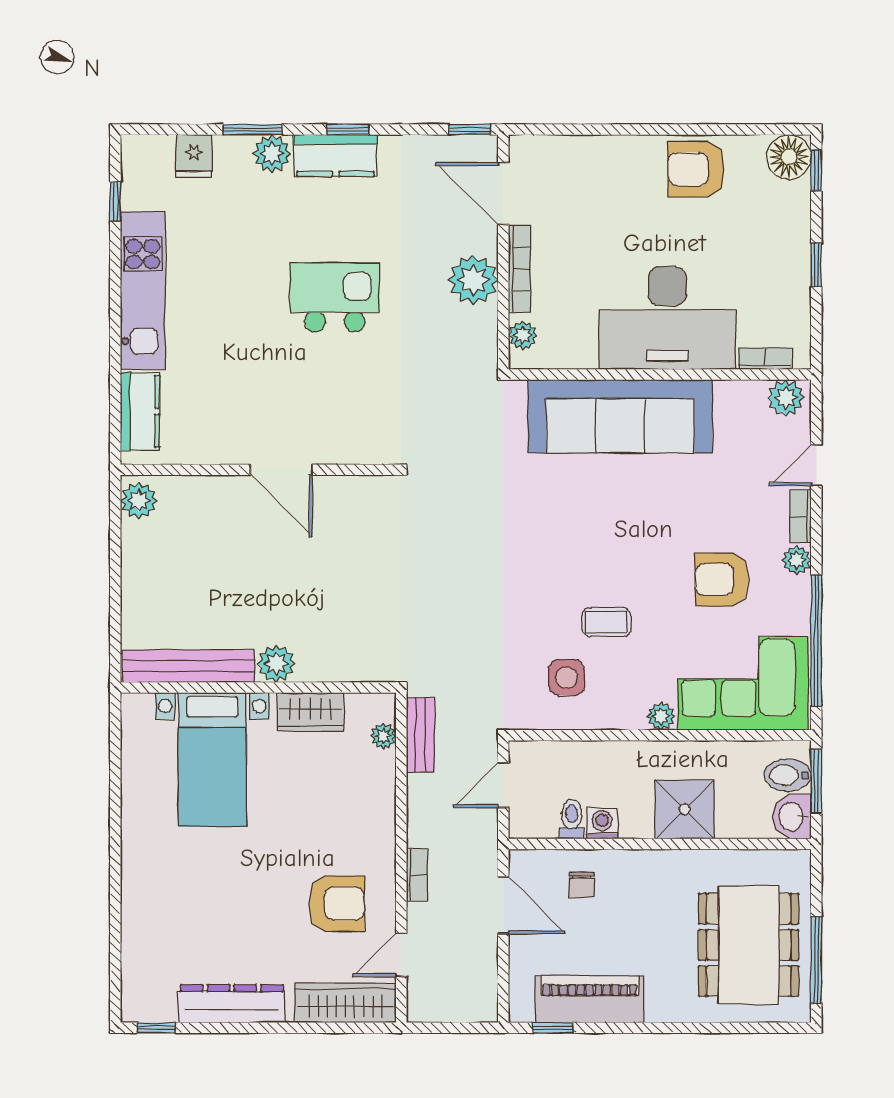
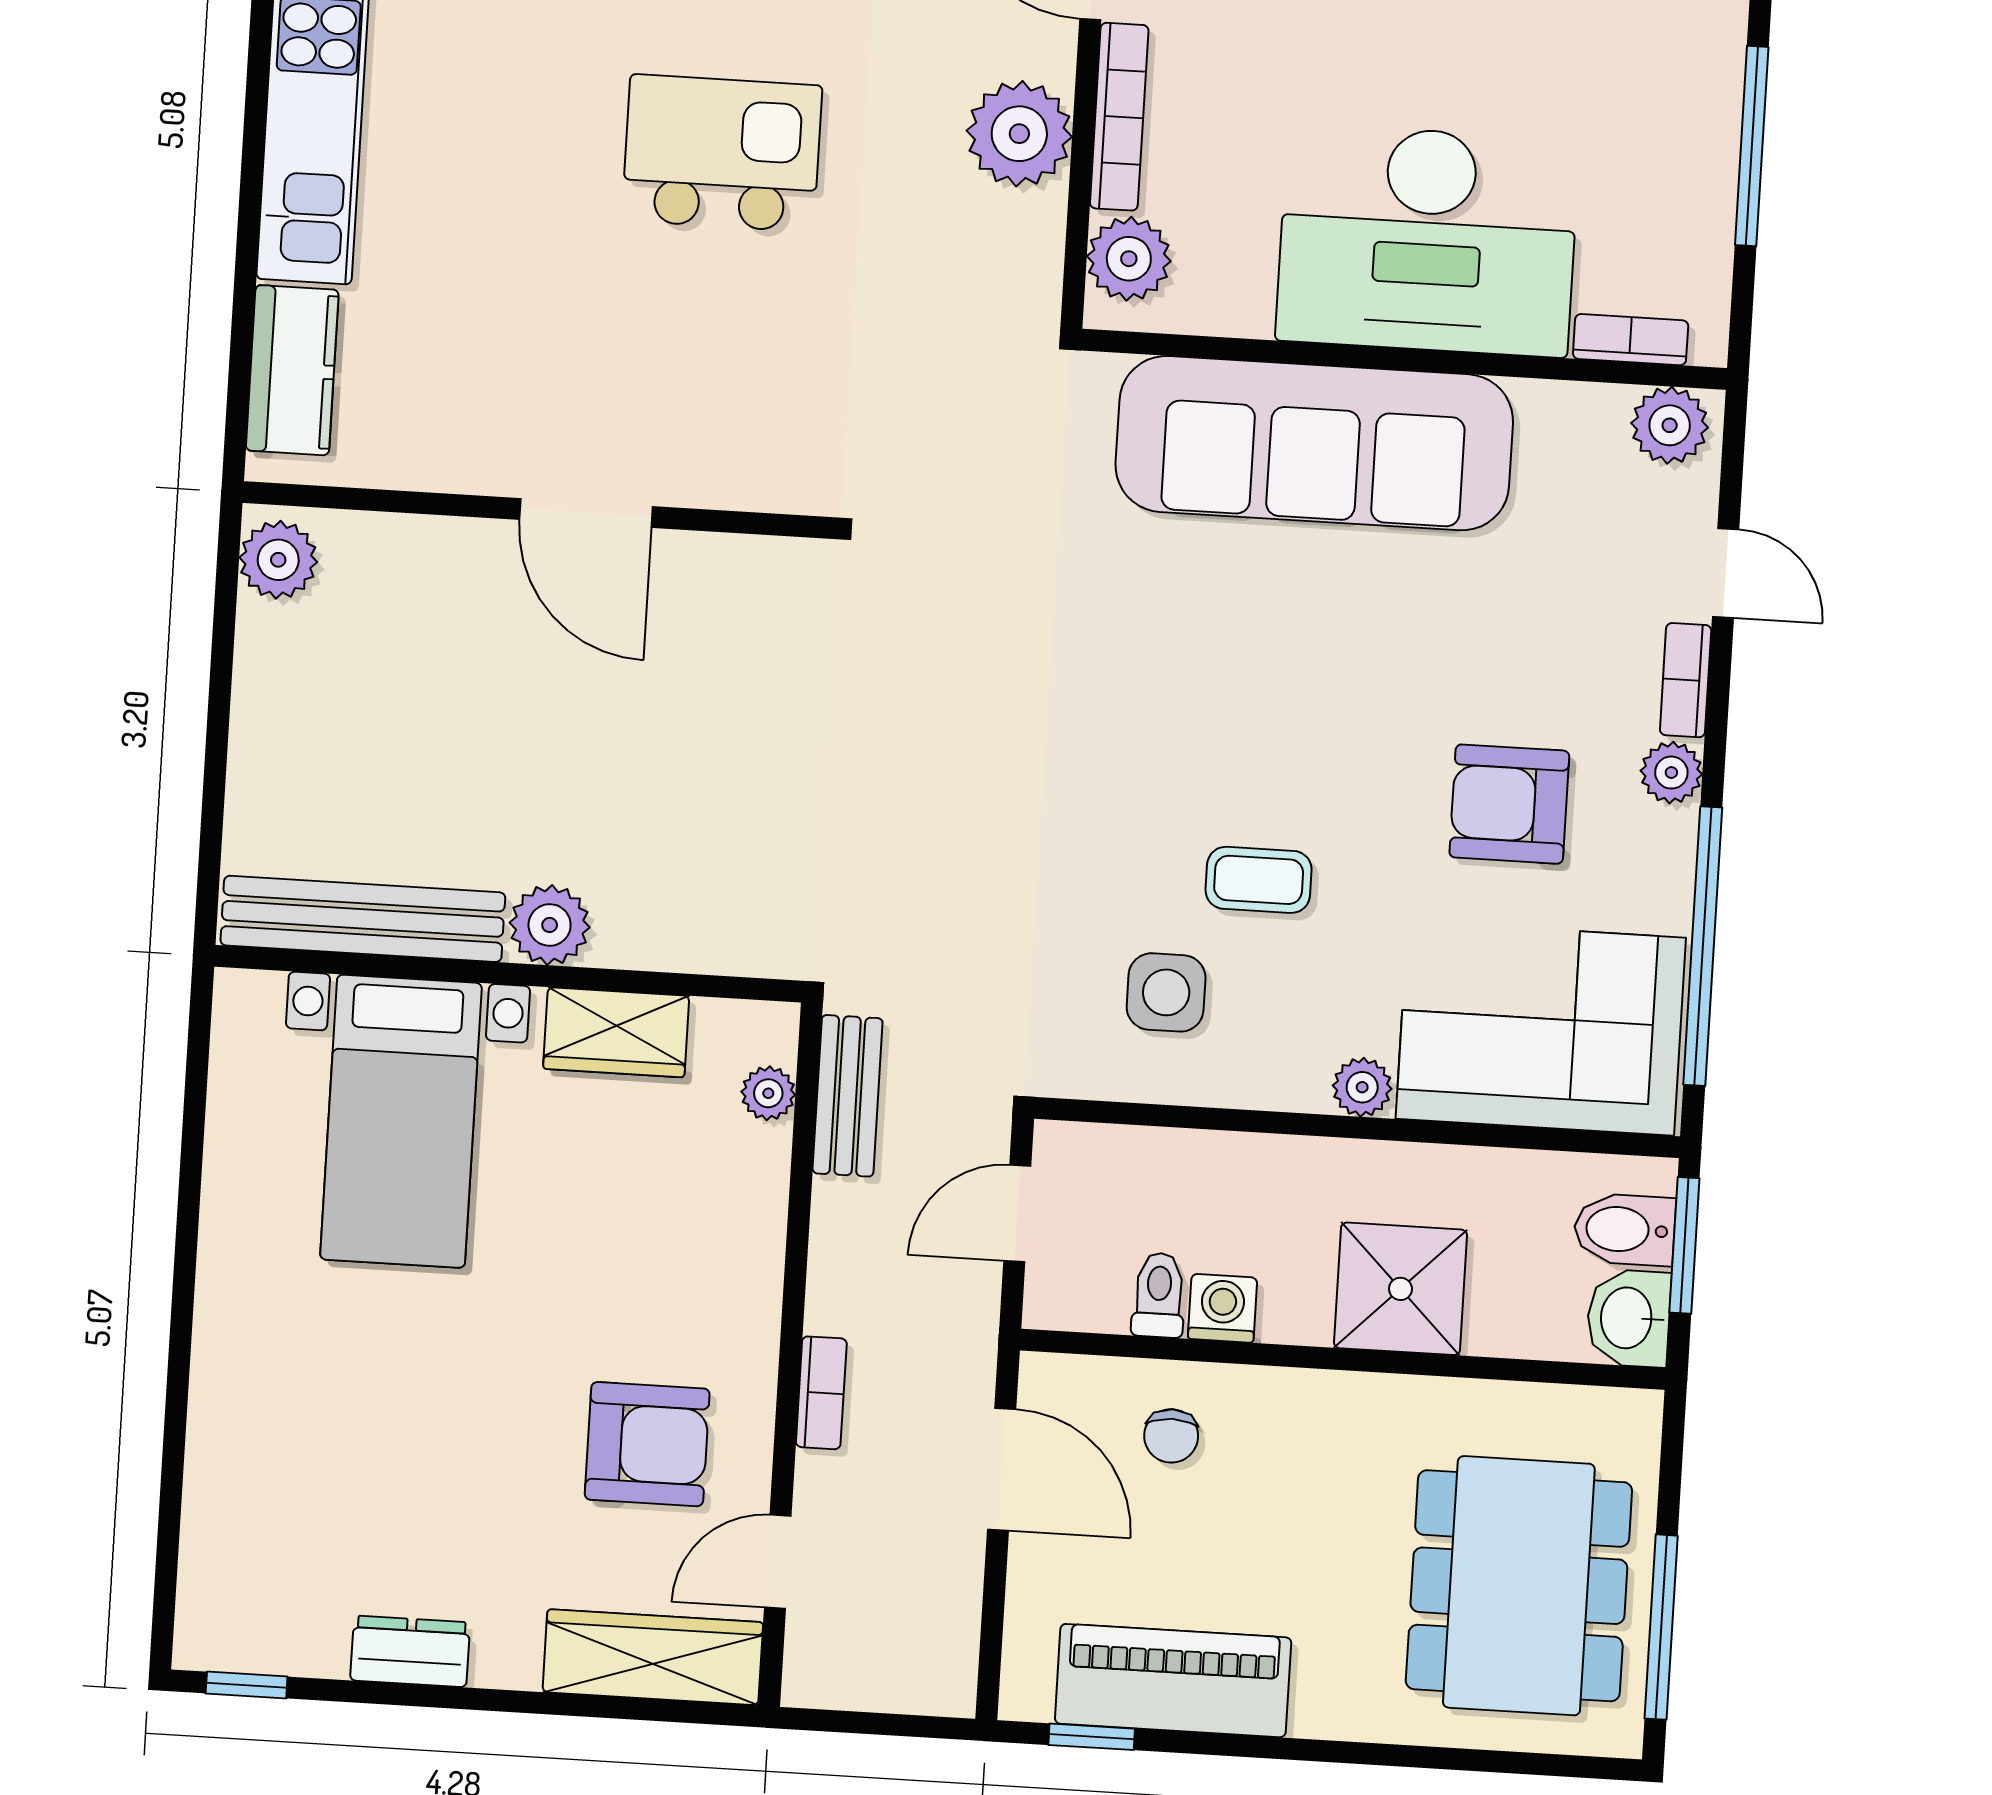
window: (816, 265) -> (1752, 146), width x2.17
plant: (523, 335) -> (1129, 259), width x1.38, depth x1.38
door: (816, 465) -> (1726, 573), swing flipped
dresser: (232, 1004) -> (410, 1651), width x0.51, depth x0.80

